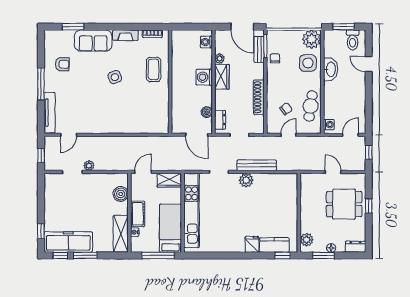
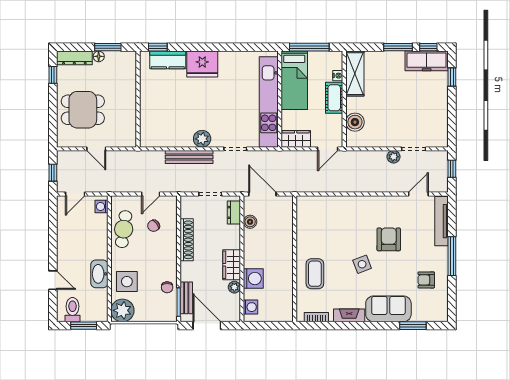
washing machine: (204, 77) -> (253, 279), moved
armchair: (93, 98) -> (389, 239), added
window: (369, 206) -> (53, 75), moved
plant: (307, 240) -> (128, 66), removed
freezer: (68, 242) -> (427, 61), width x0.73, depth x0.79
fridge: (252, 244) -> (202, 64), width x1.88, depth x1.34
dresser: (355, 247) -> (74, 58), width x1.44

